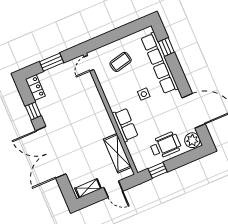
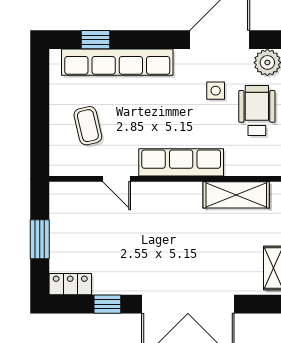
door: (89, 63) -> (117, 179), moved
side table: (144, 94) -> (216, 91), moved
row of seats: (125, 125) -> (181, 162), width x1.48

